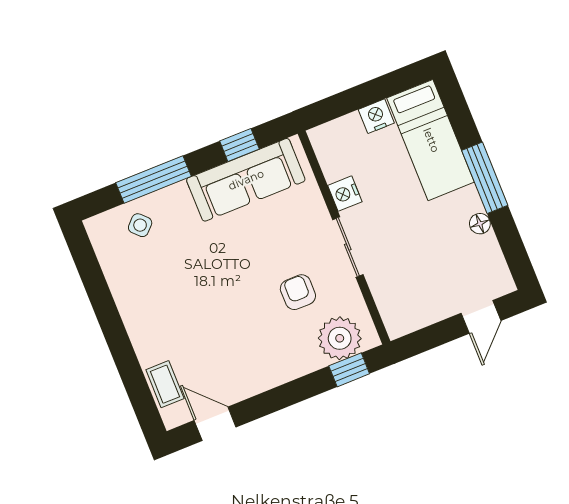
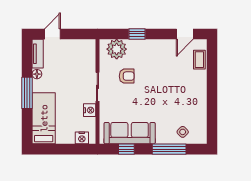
nightstand: (376, 116) -> (82, 138), moved
tv unit: (495, 265) -> (38, 54), added
armchair: (298, 292) -> (127, 76), turned -90
window: (349, 370) -> (137, 34), moved
door: (215, 424) -> (185, 34), hinge flipped

